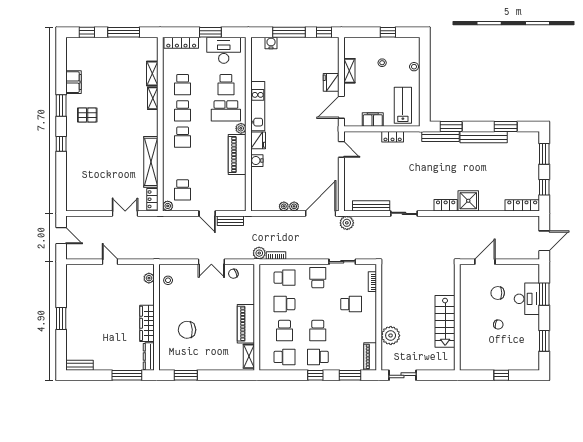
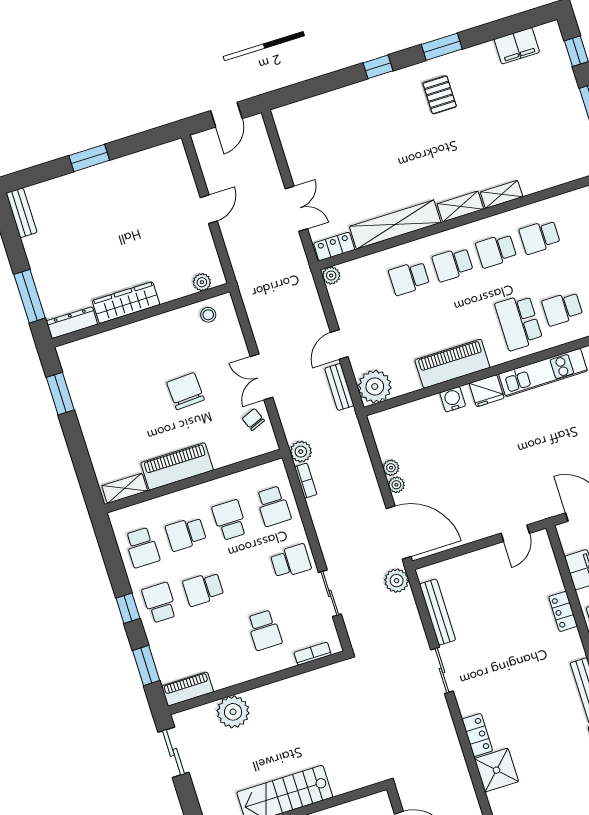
shelving: (152, 73) -> (460, 206), moved
filing cabinet: (74, 82) -> (517, 46), moved
plant: (241, 128) -> (375, 386), moved, width x1.88, depth x1.88
school desk: (183, 190) -> (409, 278), moved
chair: (187, 330) -> (186, 391), moved

